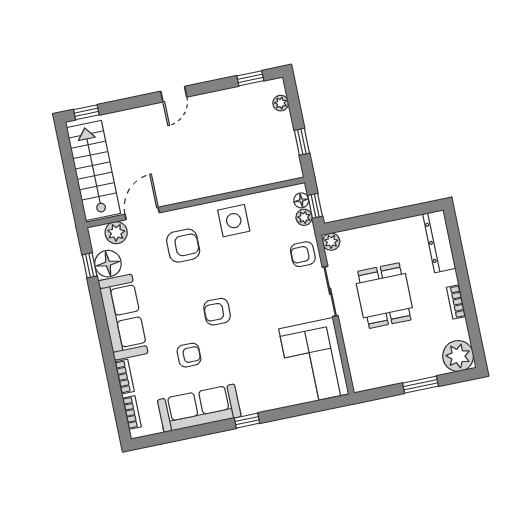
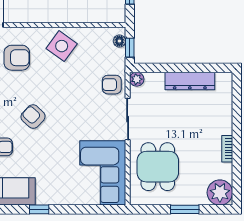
plant: (304, 217) -> (119, 55), removed
side table: (234, 221) -> (62, 46), turned 36
dresser: (439, 241) -> (190, 81), moved, turned -90
dining table: (384, 296) -> (158, 167), moved
armchair: (217, 312) -> (33, 117), turned 42

